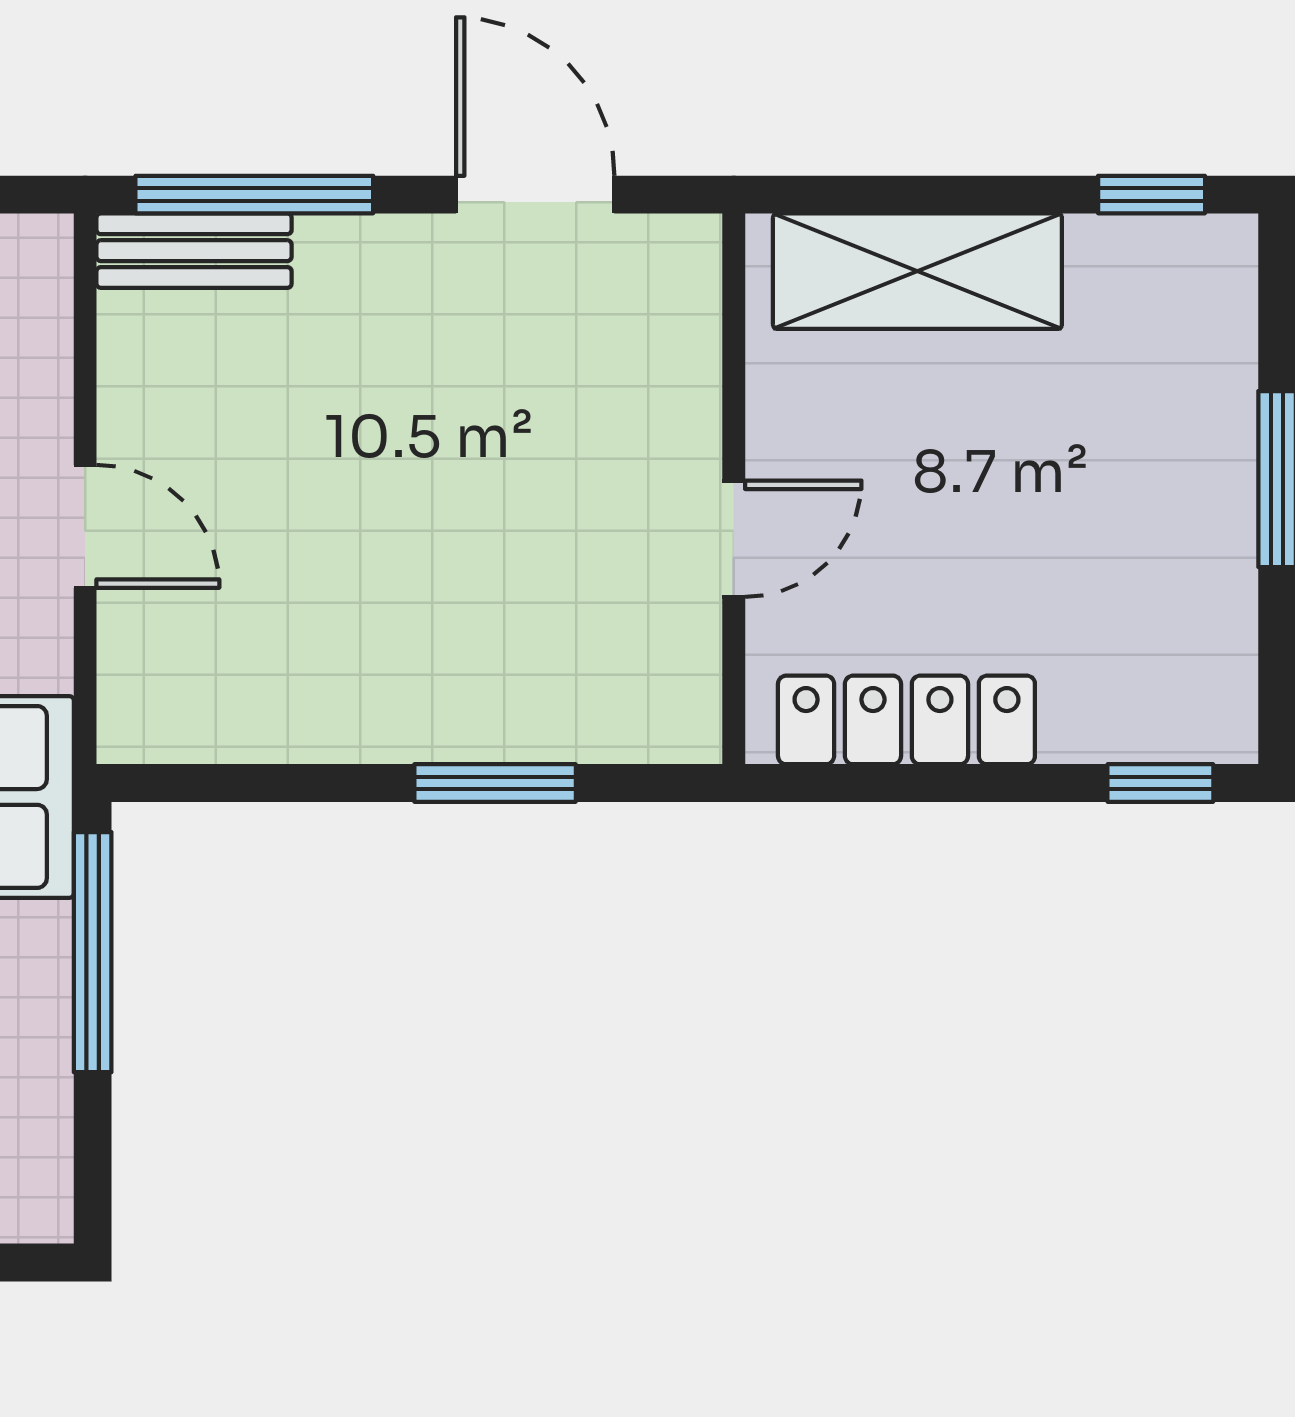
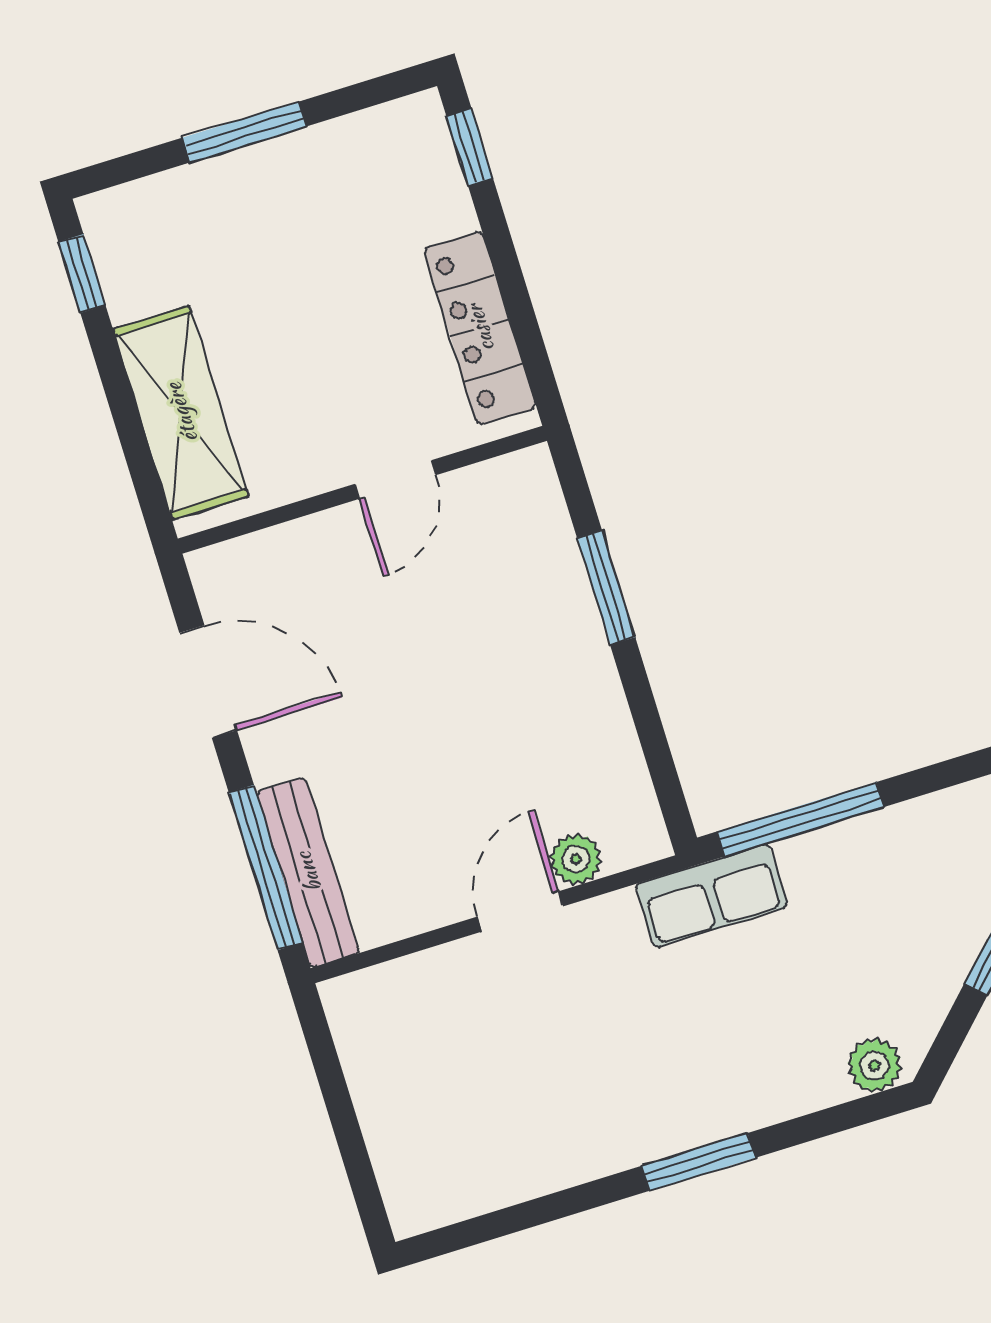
door: (535, 195) -> (208, 682), swing flipped
bench: (194, 251) -> (308, 872), width x1.36
door: (734, 539) -> (395, 480), swing flipped
plant: (134, 626) -> (576, 859), added

